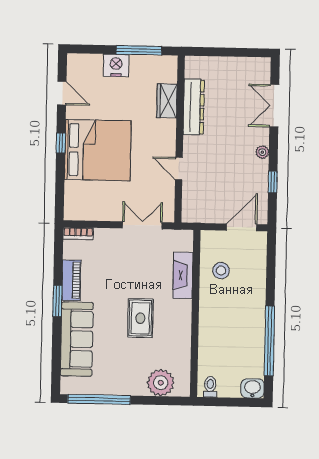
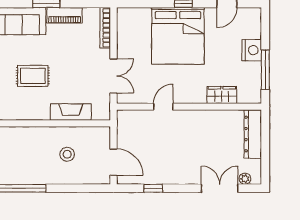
dresser: (194, 107) -> (253, 134), moved, turned 90
plant: (262, 152) -> (245, 179), moved
bookcase: (78, 233) -> (105, 28), width x1.56
stool: (221, 271) -> (67, 154), moved

